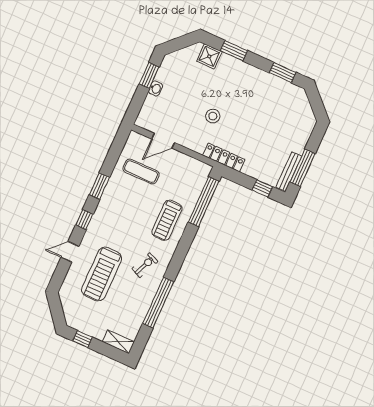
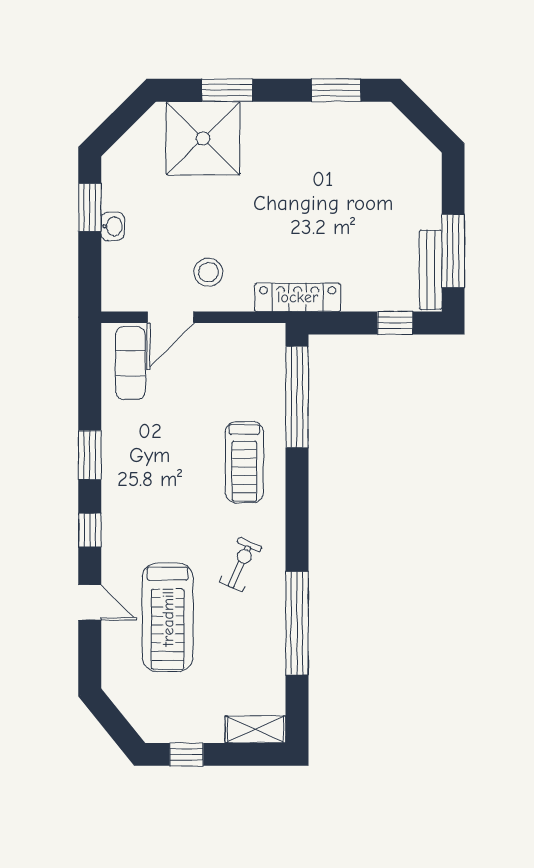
shower: (209, 56) -> (203, 138), width x1.86, depth x1.86
stool: (213, 116) -> (208, 272), moved
exercise mat: (141, 171) -> (130, 363), moved, turned 90
door: (70, 252) -> (90, 602), swing flipped

